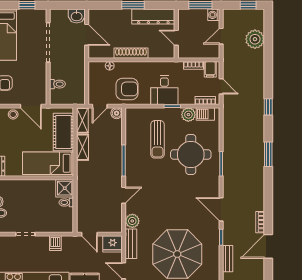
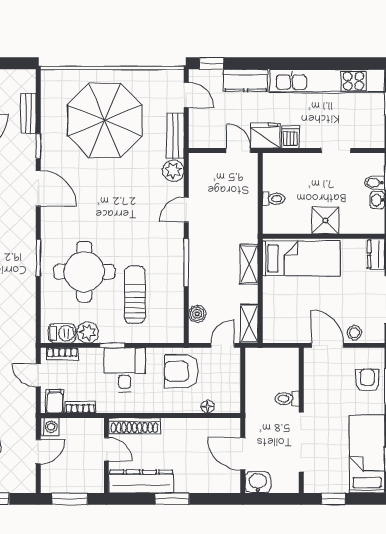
washing machine: (214, 15) -> (49, 427), moved
shoe rack: (131, 53) -> (134, 426), moved
toilet: (57, 84) -> (287, 399), moved
boiler: (117, 113) -> (197, 314), moved
cot: (63, 132) -> (278, 306), removed
shelving: (82, 147) -> (249, 264), moved
shower: (65, 188) -> (325, 221), moved
fridge: (113, 244) -> (265, 136), moved

